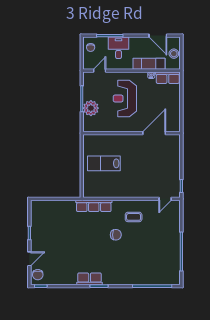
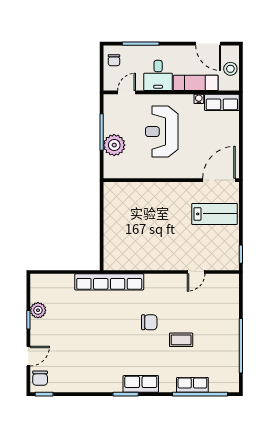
desk: (119, 48) -> (158, 75), moved, turned 180
door: (154, 133) -> (219, 180), moved
lab bench: (104, 163) -> (215, 214), moved, turned 180
door: (165, 199) -> (196, 272), moved
row of seats: (94, 206) -> (109, 282), width x1.36
coffee table: (134, 217) -> (181, 340), moved
plant: (36, 226) -> (38, 310), added
row of seats: (90, 279) -> (141, 384), moved
row of seats: (147, 279) -> (192, 385), added

